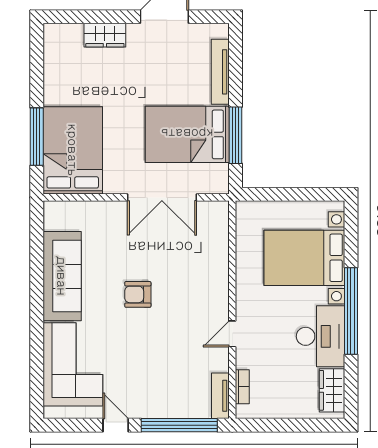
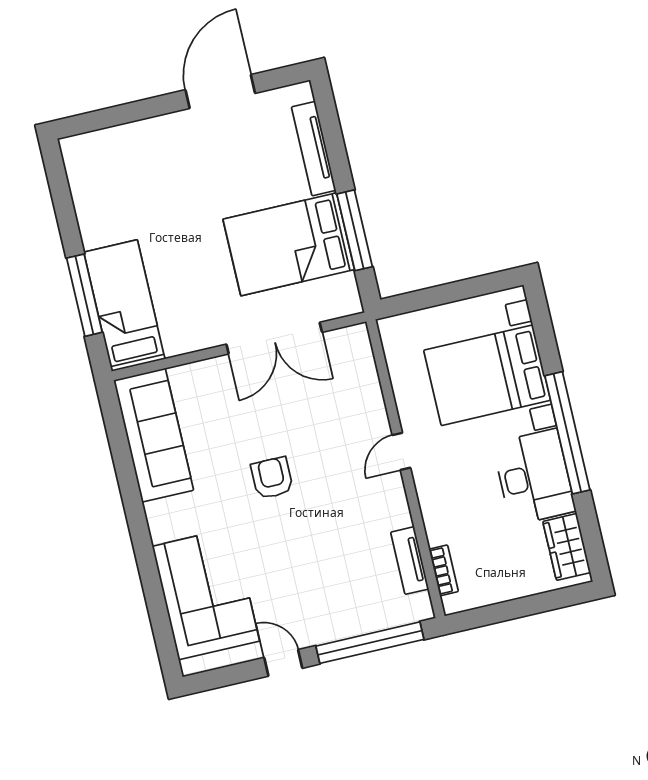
wardrobe: (105, 35) -> (145, 135), removed
bed: (73, 150) -> (124, 306), width x0.67
sofa: (62, 276) -> (154, 435), moved
armchair: (138, 294) -> (272, 478), turned 90
door: (232, 334) -> (401, 451), moved
tv unit: (220, 396) -> (410, 561), moved

